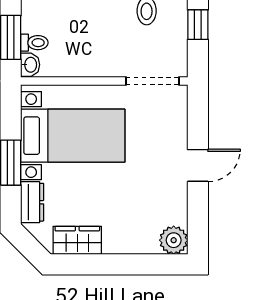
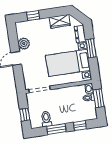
plant: (174, 240) -> (24, 44), moved
window: (140, 264) -> (33, 16), added

